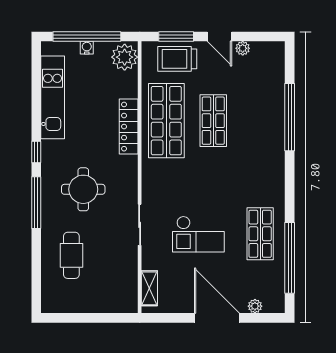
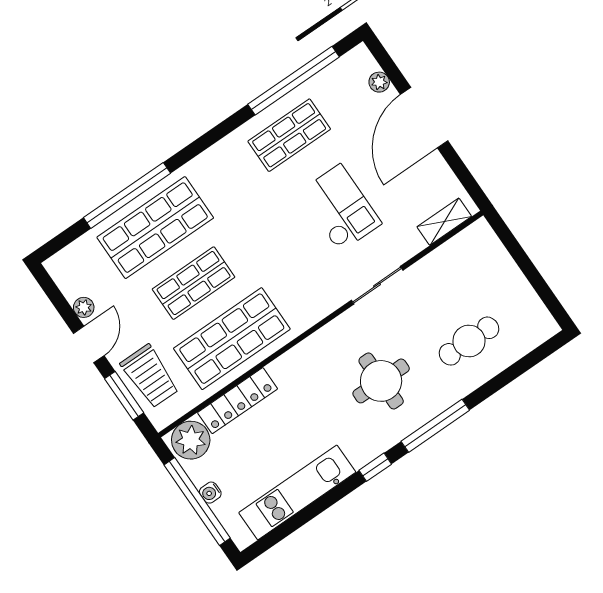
shop shelf: (260, 121) -> (155, 228), added
locker: (129, 127) -> (238, 401), moved

